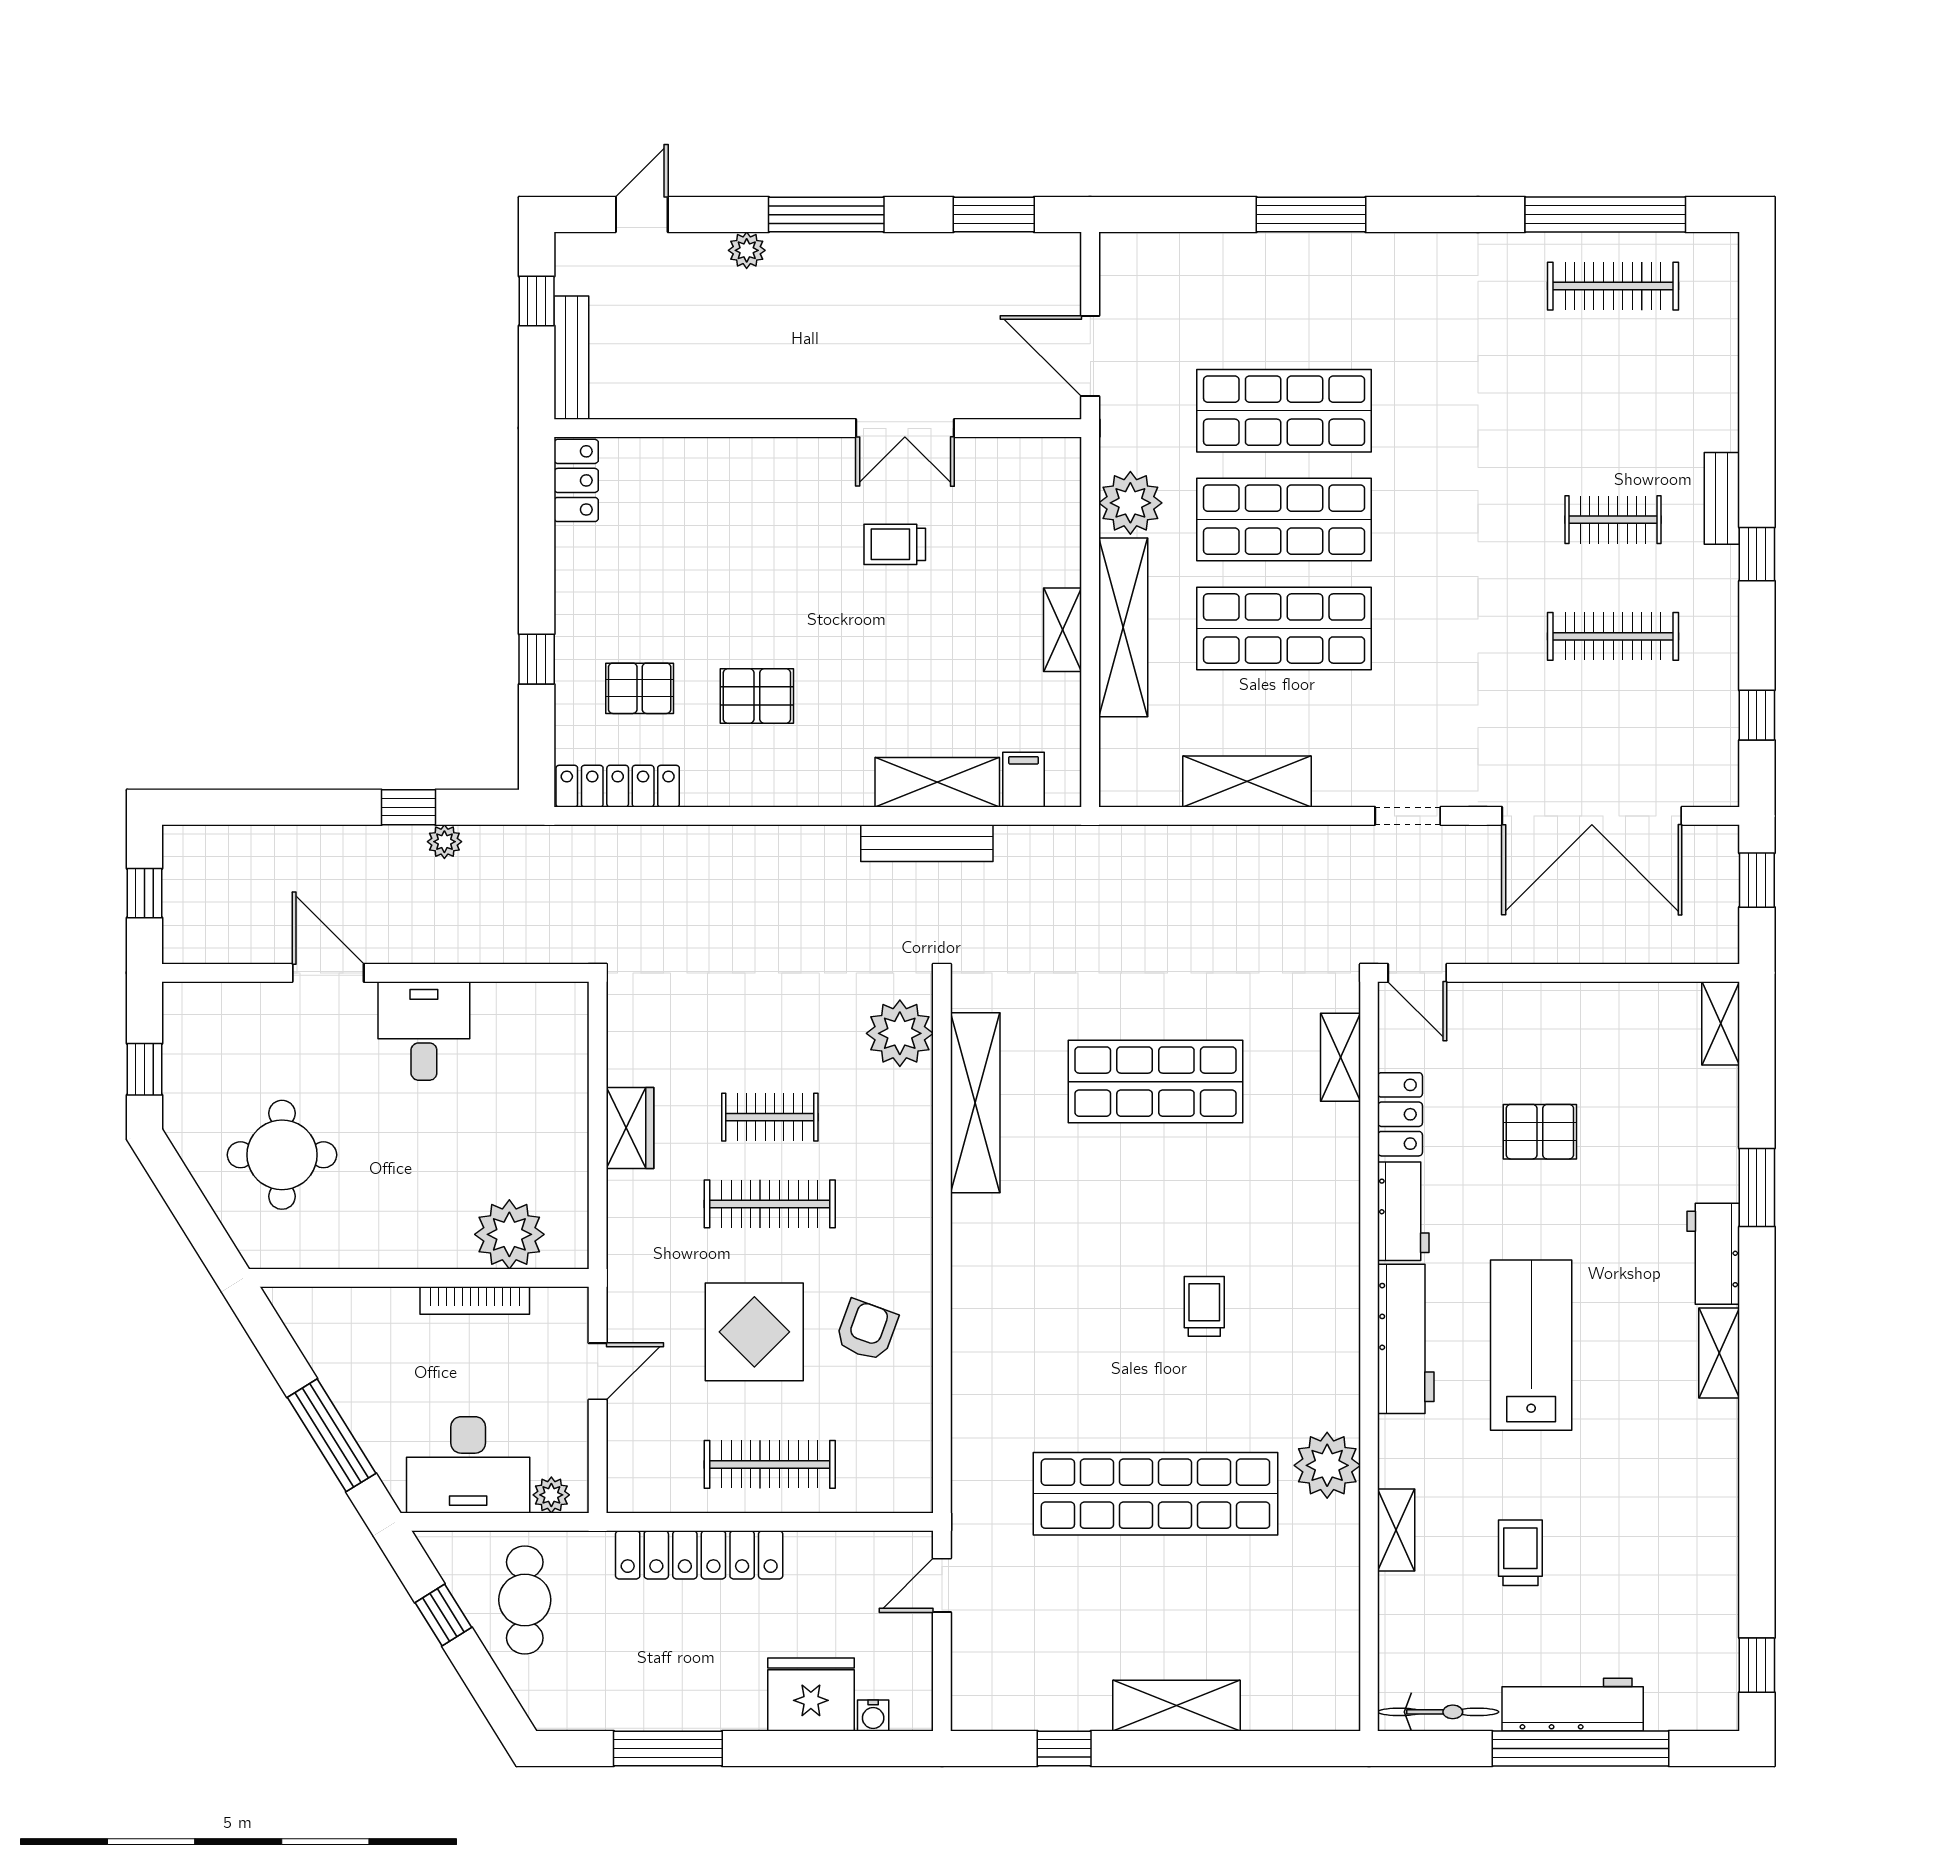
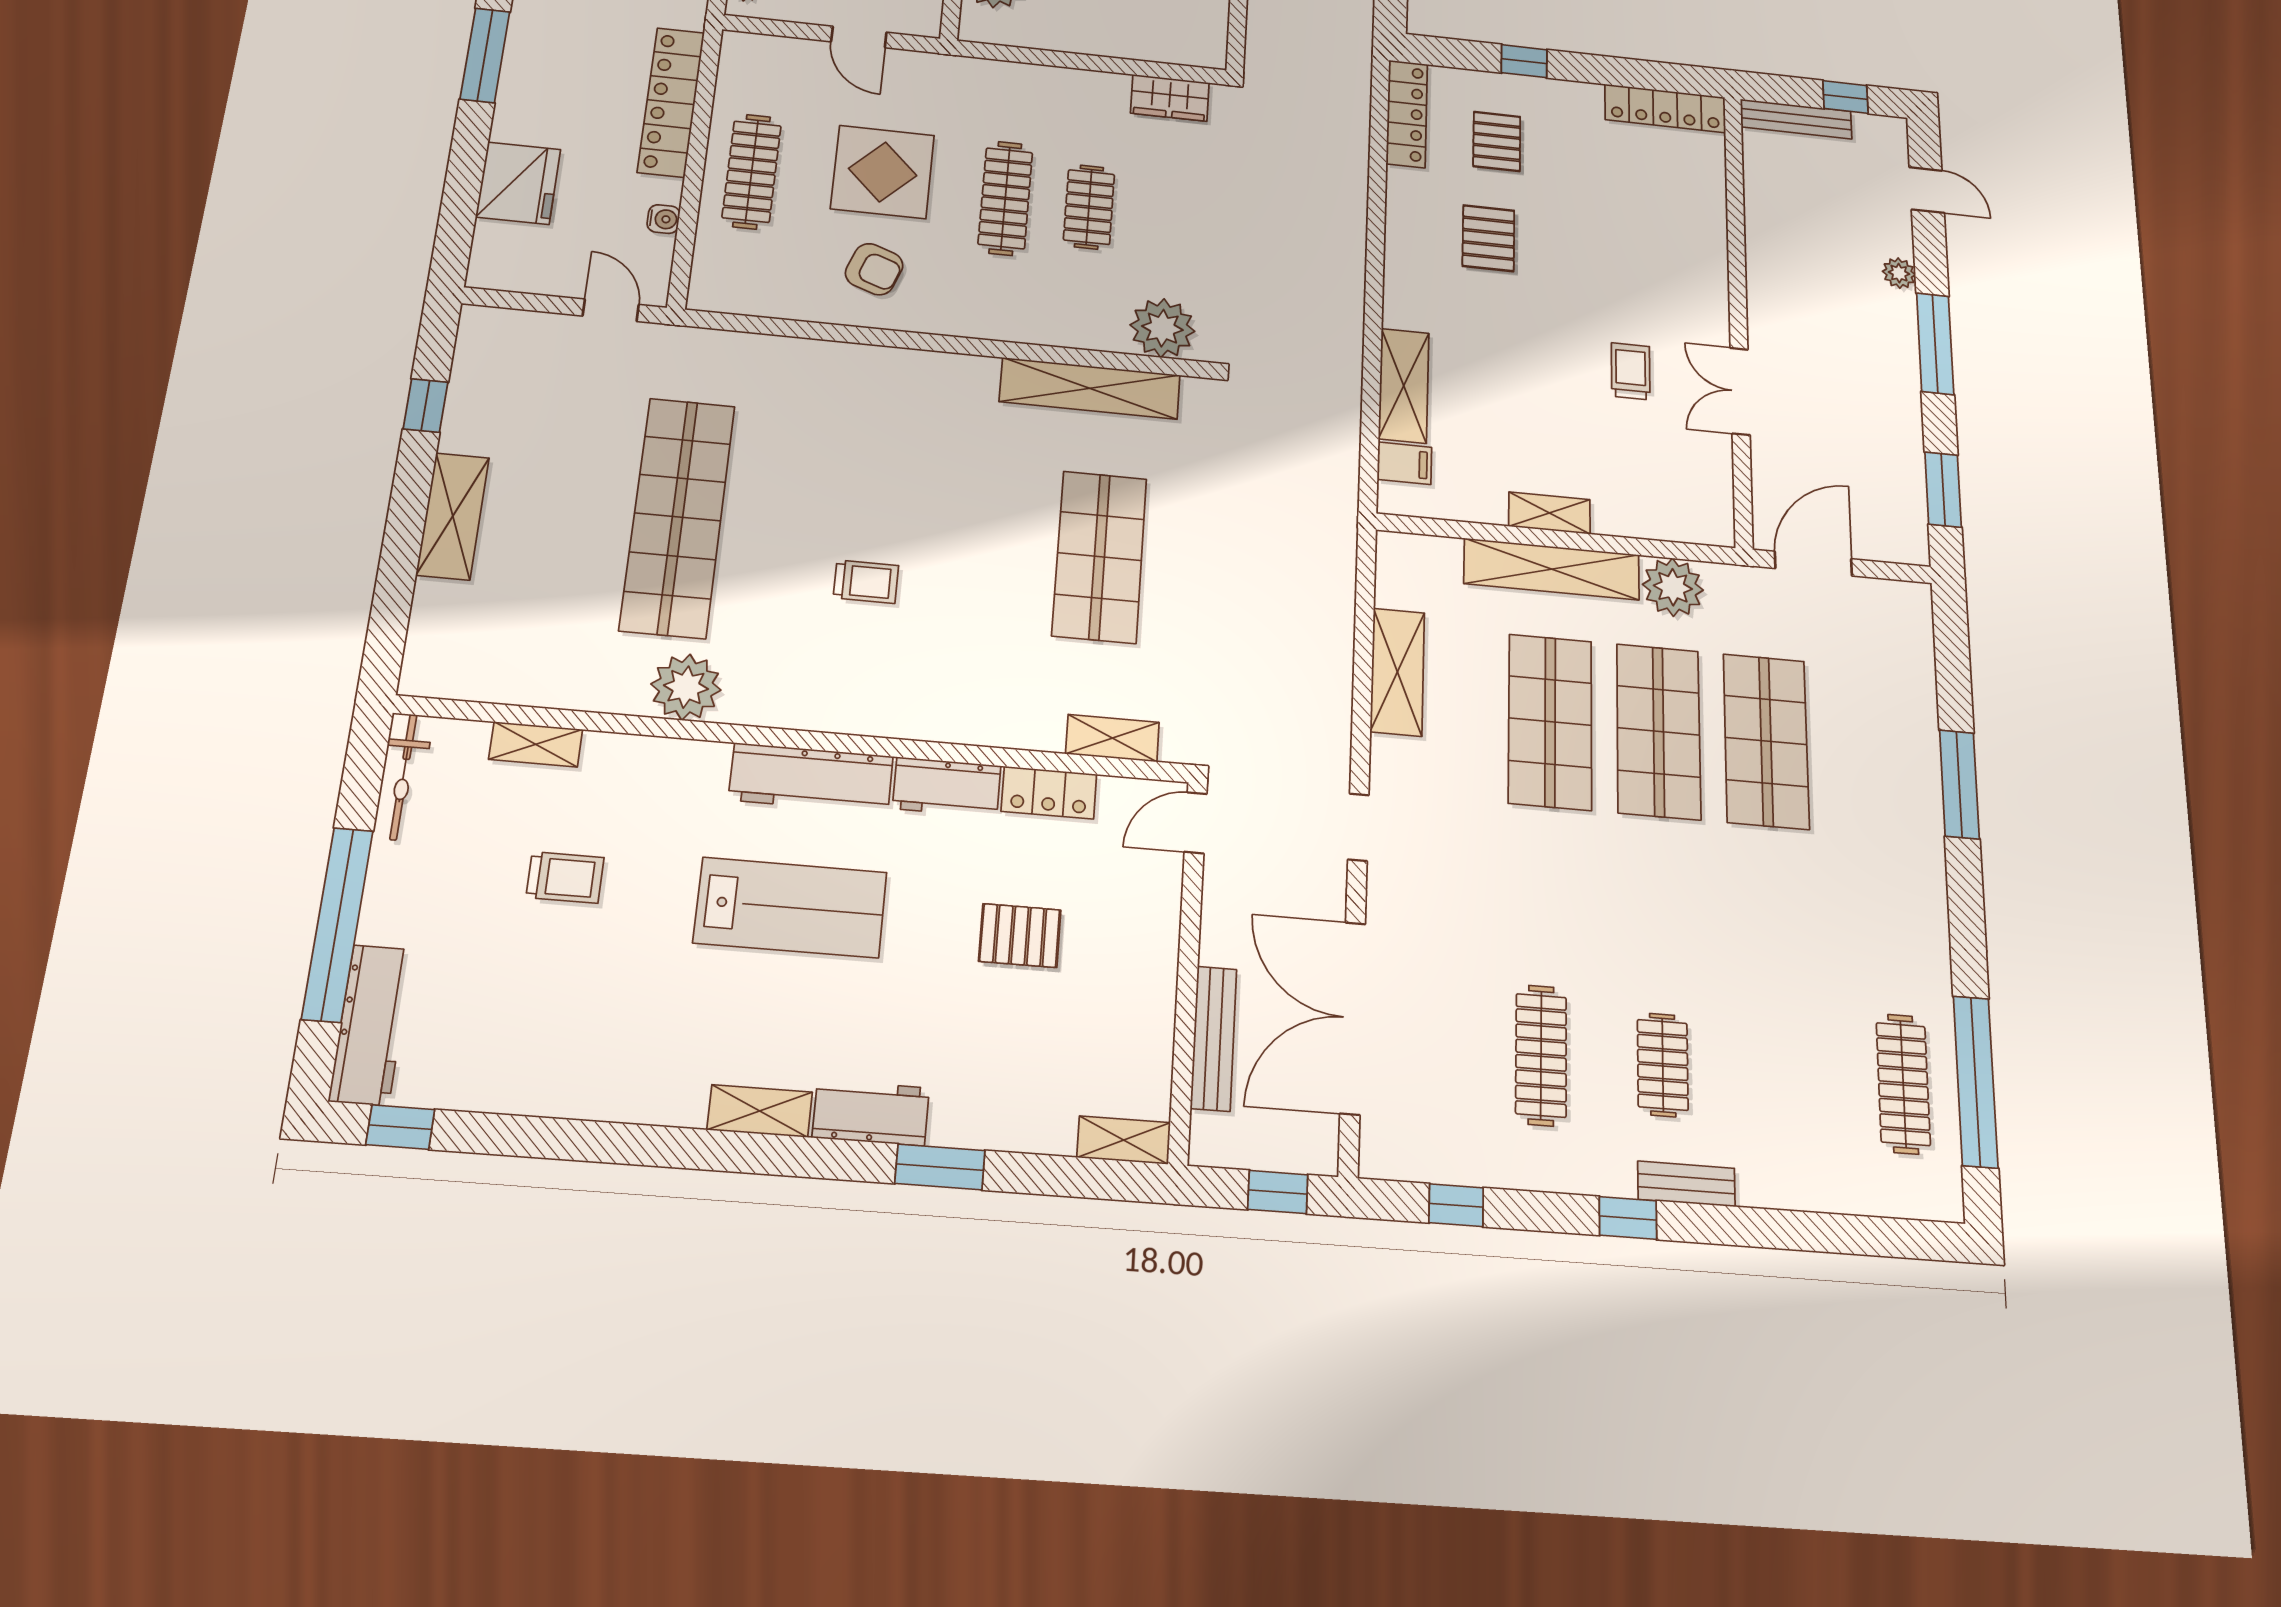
locker: (576, 480) -> (1665, 108), width x1.53
bench: (927, 843) -> (1214, 1038), moved
wardrobe: (630, 1128) -> (1170, 98), moved
pallet: (1540, 1132) -> (1020, 936), turned 90
shelving: (1396, 1530) -> (536, 744), moved
workbench: (1573, 1705) -> (371, 1025), moved
water cooler: (873, 1716) -> (663, 219), moved, turned 180

